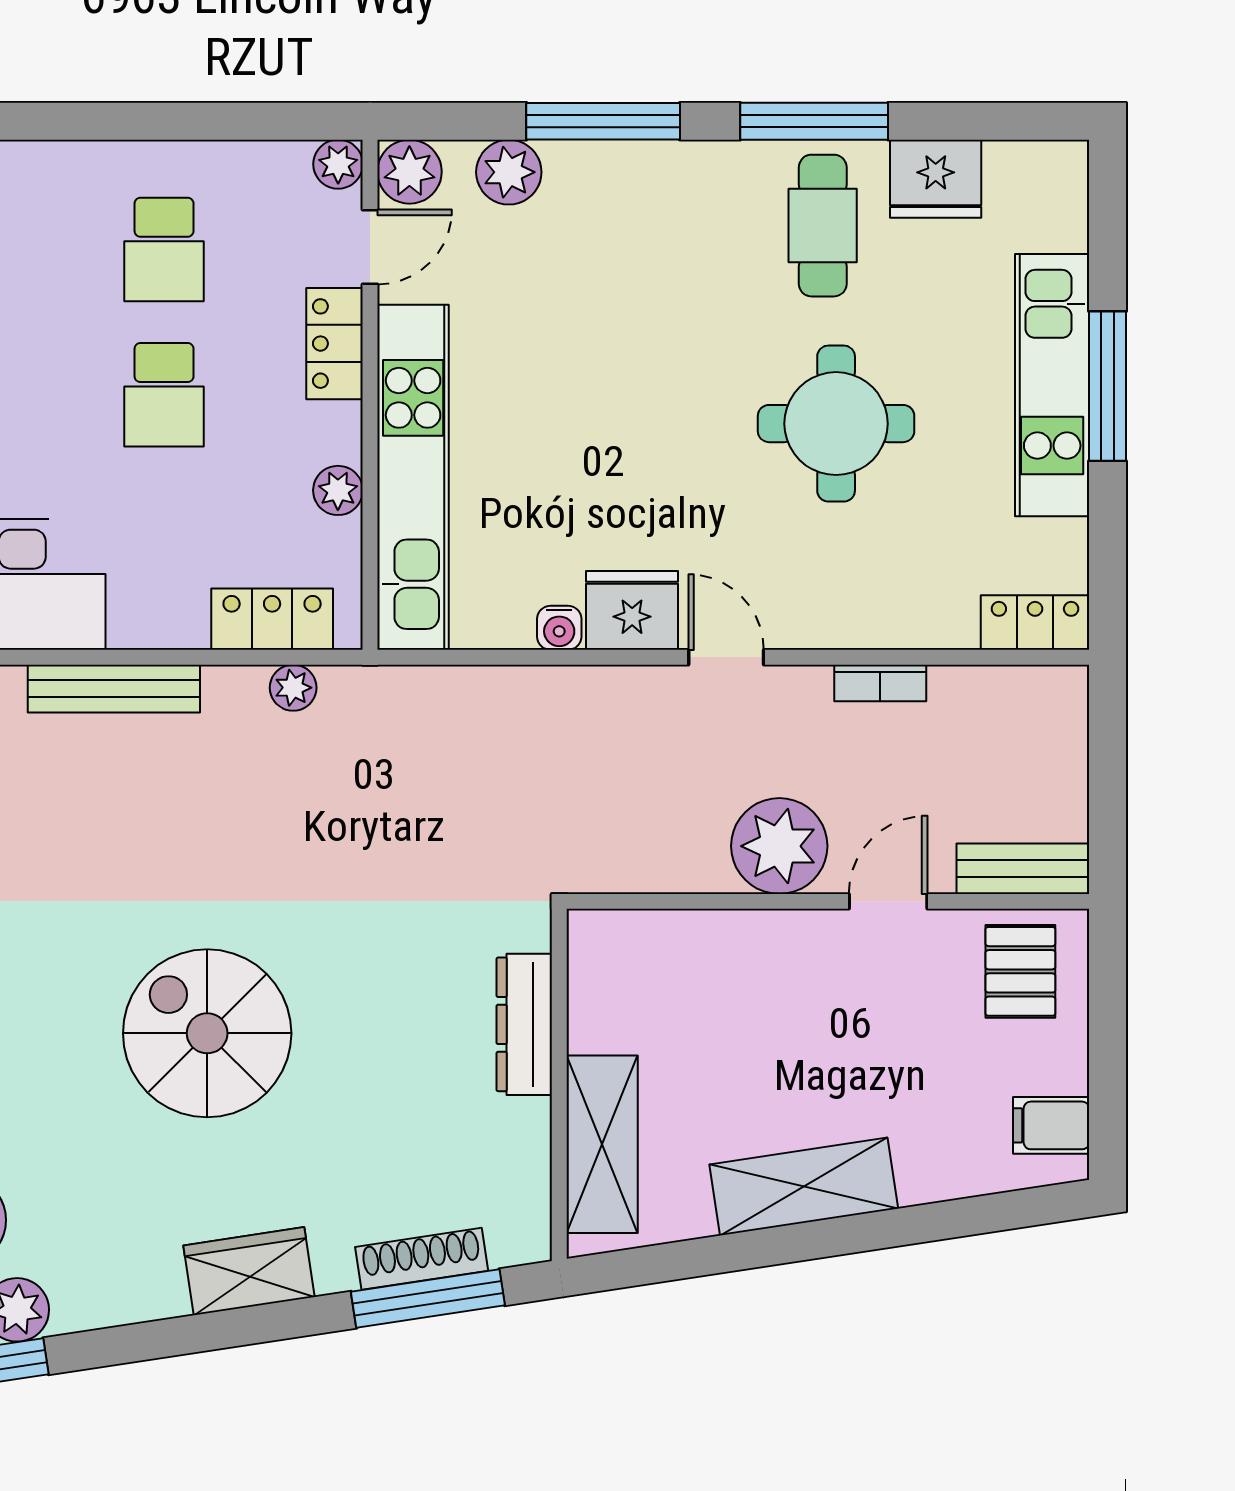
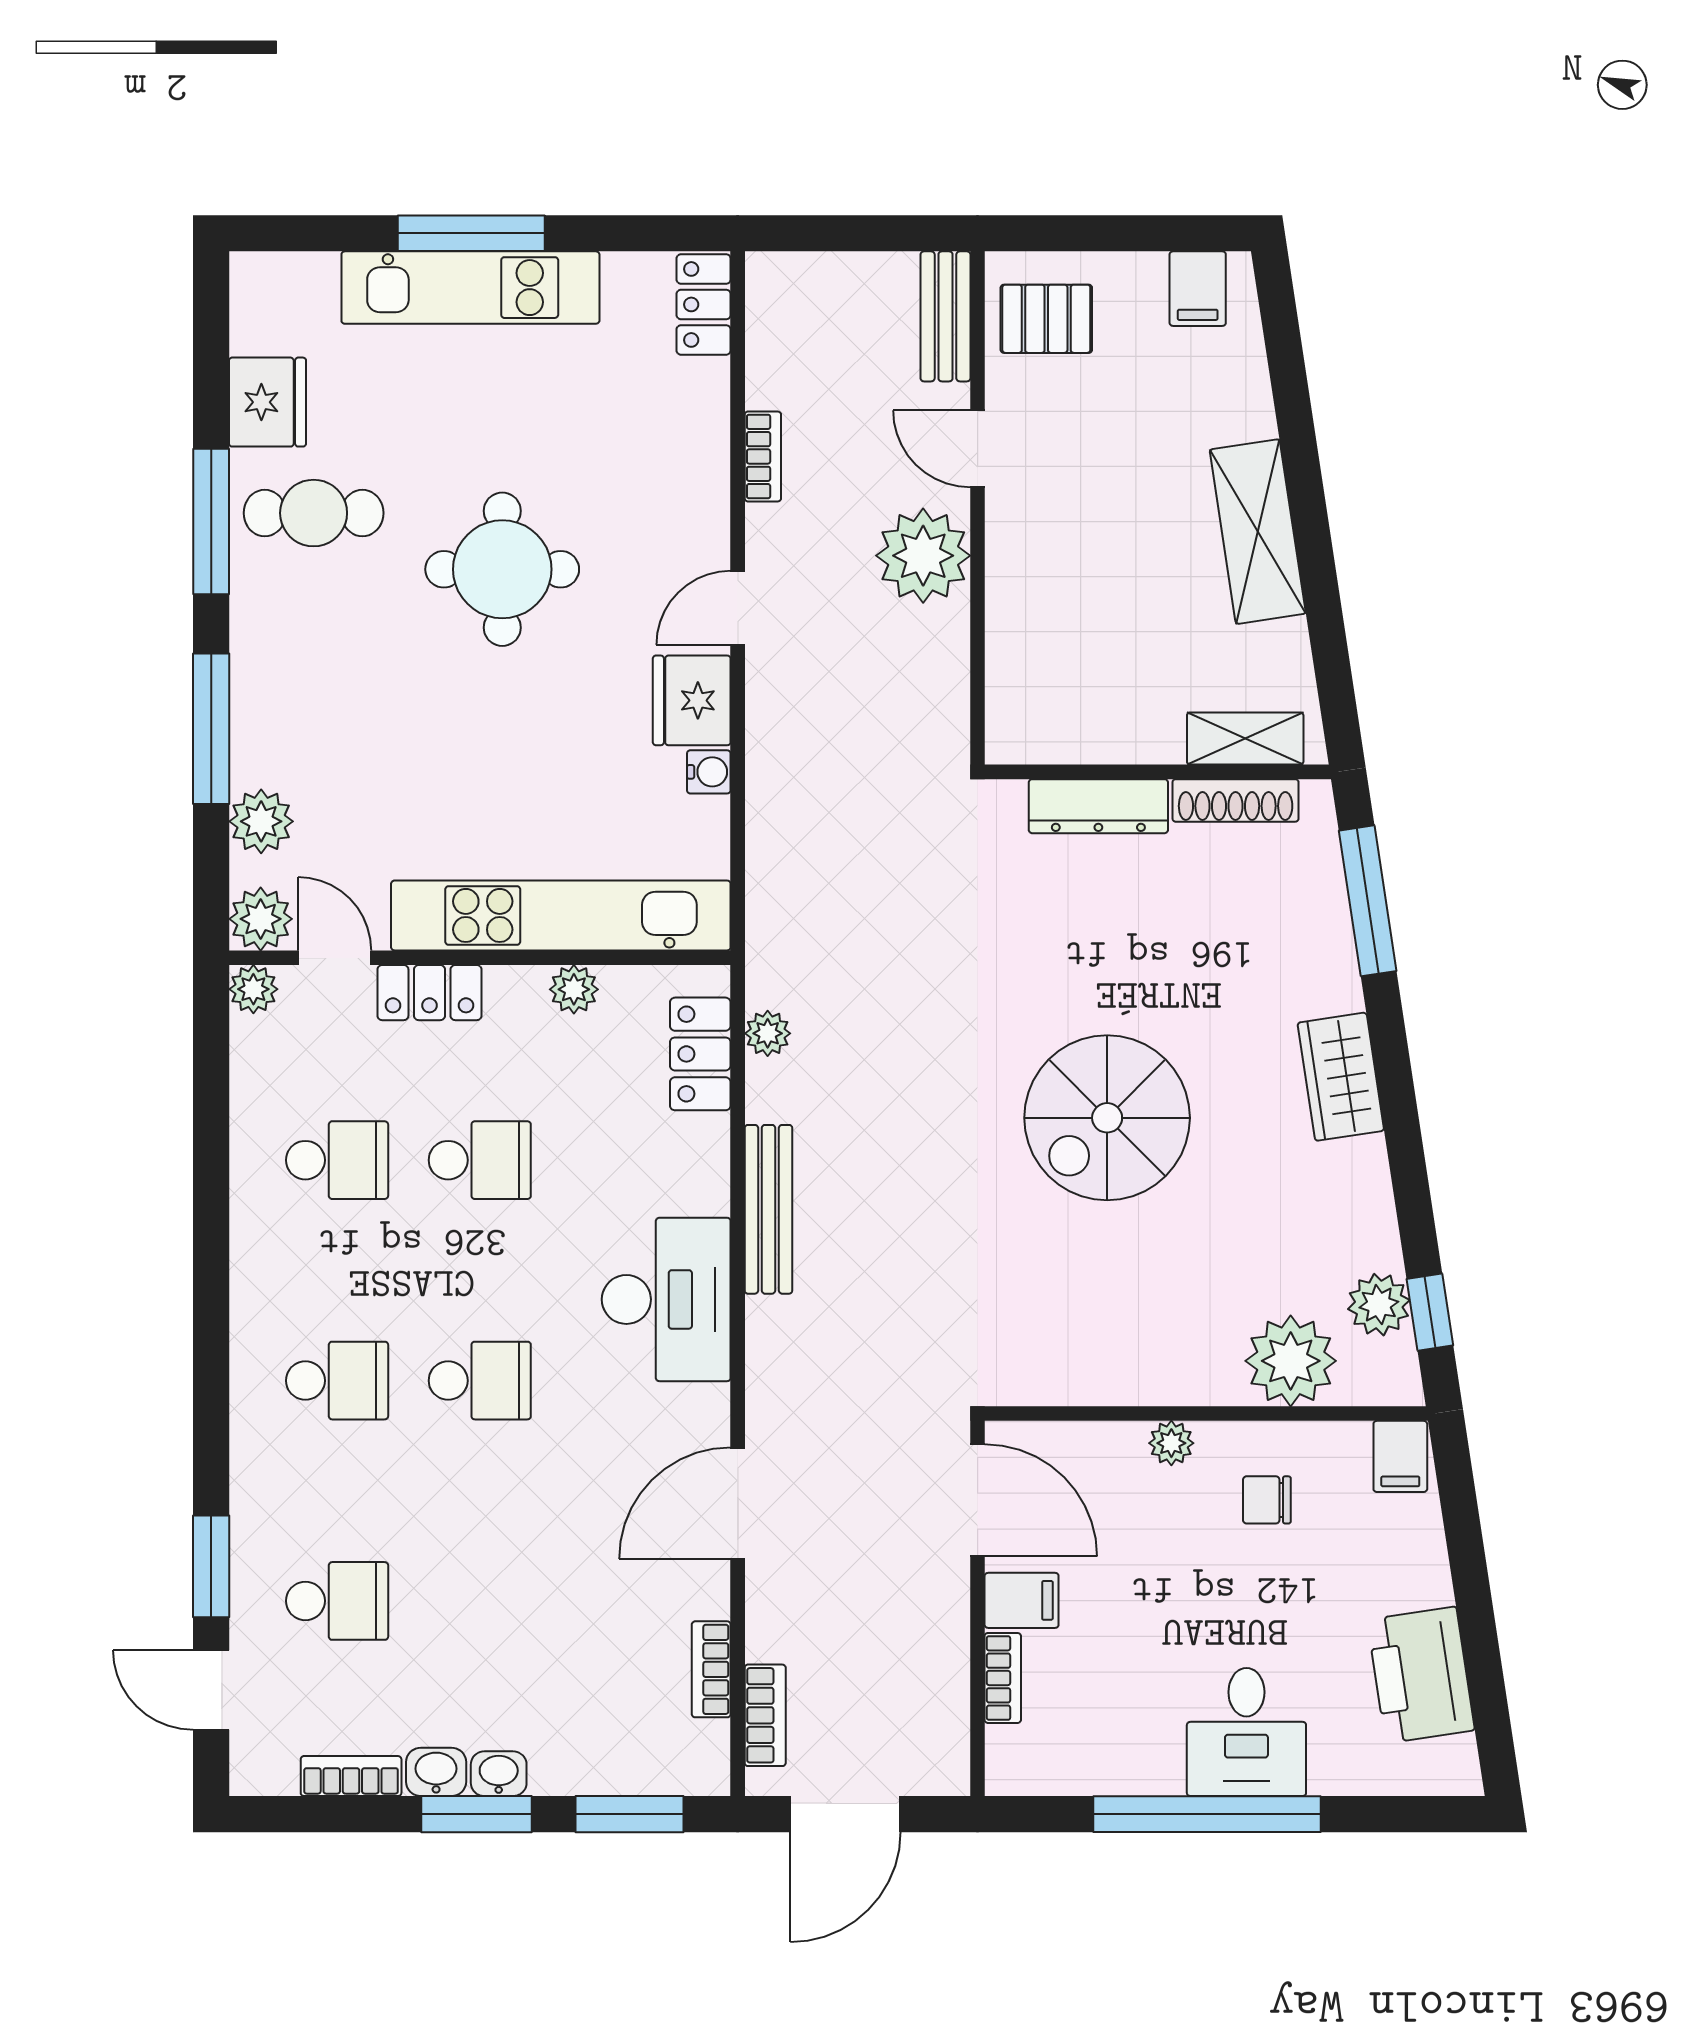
round table: (836, 424) -> (502, 569), moved
shelving: (602, 1144) -> (1245, 738), width x0.67, depth x0.75
shoe rack: (422, 1259) -> (1236, 800), moved, turned -81

